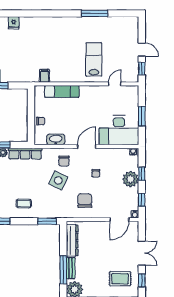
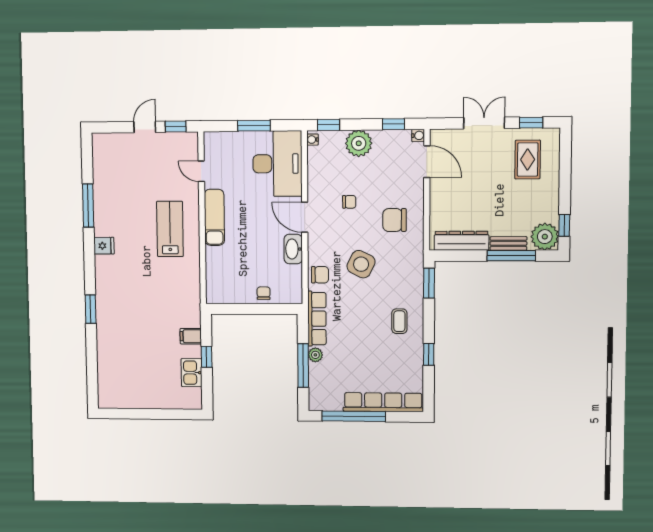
window: (30, 13) -> (91, 309), added
fridge: (14, 23) -> (104, 246), moved
lab bench: (94, 59) -> (170, 229), moved, turned 90
filing cabinet: (44, 76) -> (191, 336), moved
exam couch: (62, 91) -> (214, 217), moved
washbasin: (56, 139) -> (293, 249), moved
chair: (64, 161) -> (320, 275), moved
window: (142, 174) -> (328, 125), moved

